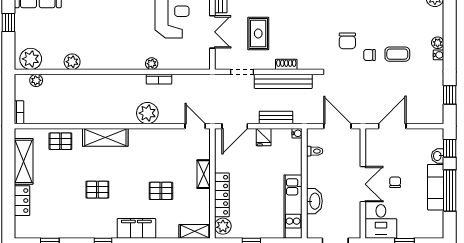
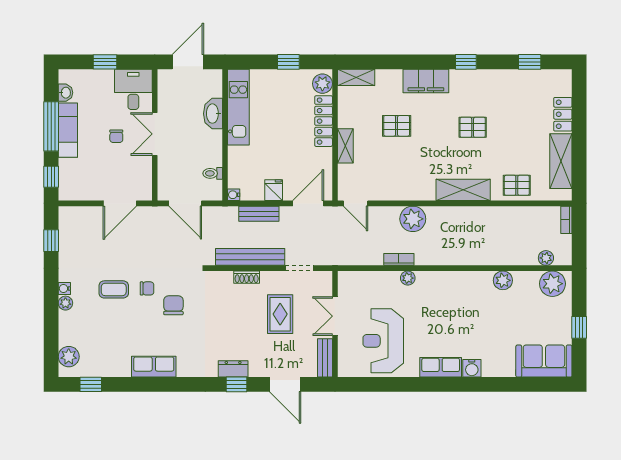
washbasin: (438, 156) -> (65, 93), moved

